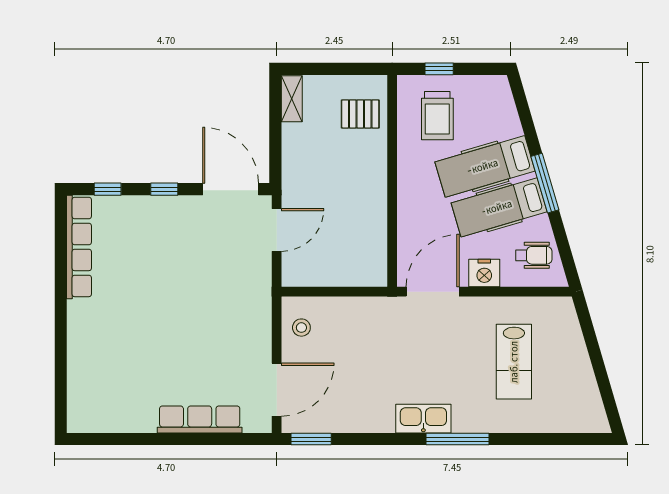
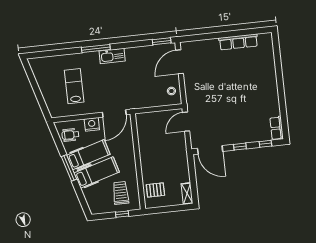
door: (277, 230) -> (186, 122), moved
row of seats: (79, 247) -> (277, 128), width x0.50
row of seats: (200, 419) -> (238, 42), moved

